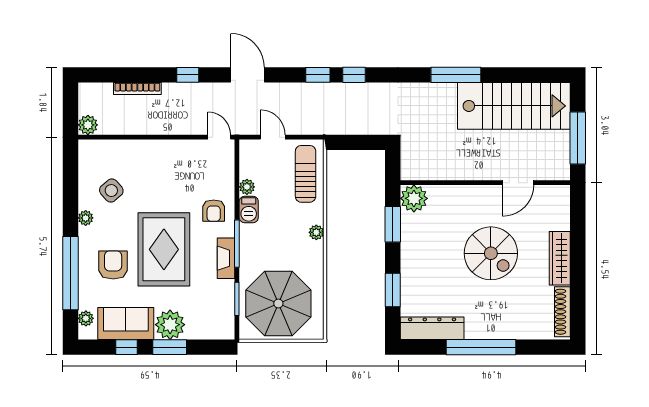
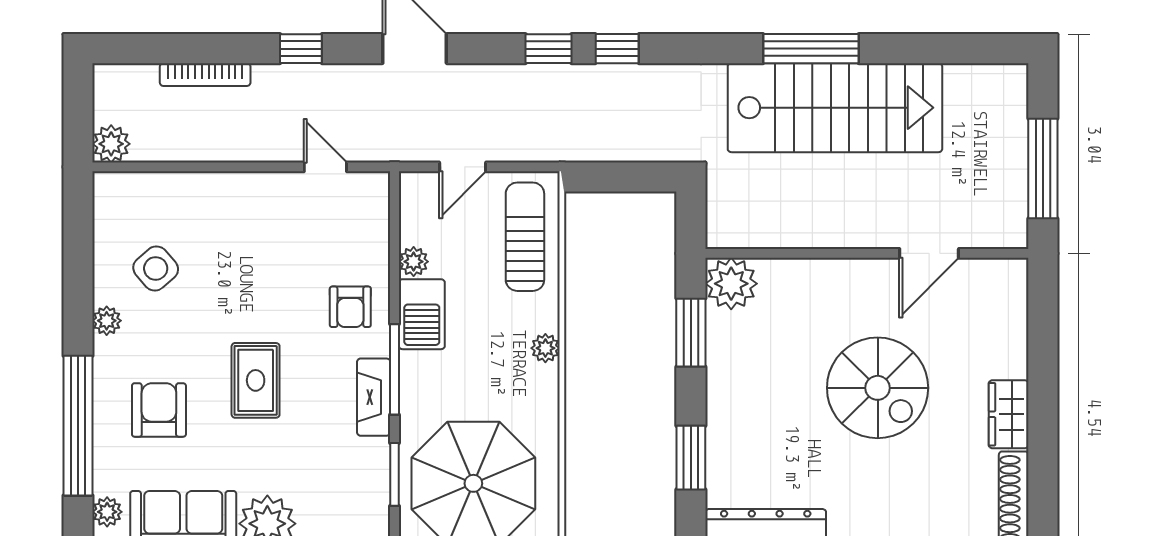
stairs: (514, 106) -> (835, 108), moved
door: (219, 137) -> (325, 167), moved
door: (273, 137) -> (463, 167), swing flipped
barbecue: (249, 209) -> (422, 314), width x1.38, depth x1.27
rug: (164, 249) -> (256, 380), width x0.54, depth x0.49
wardrobe: (560, 258) -> (1009, 414), width x0.67

